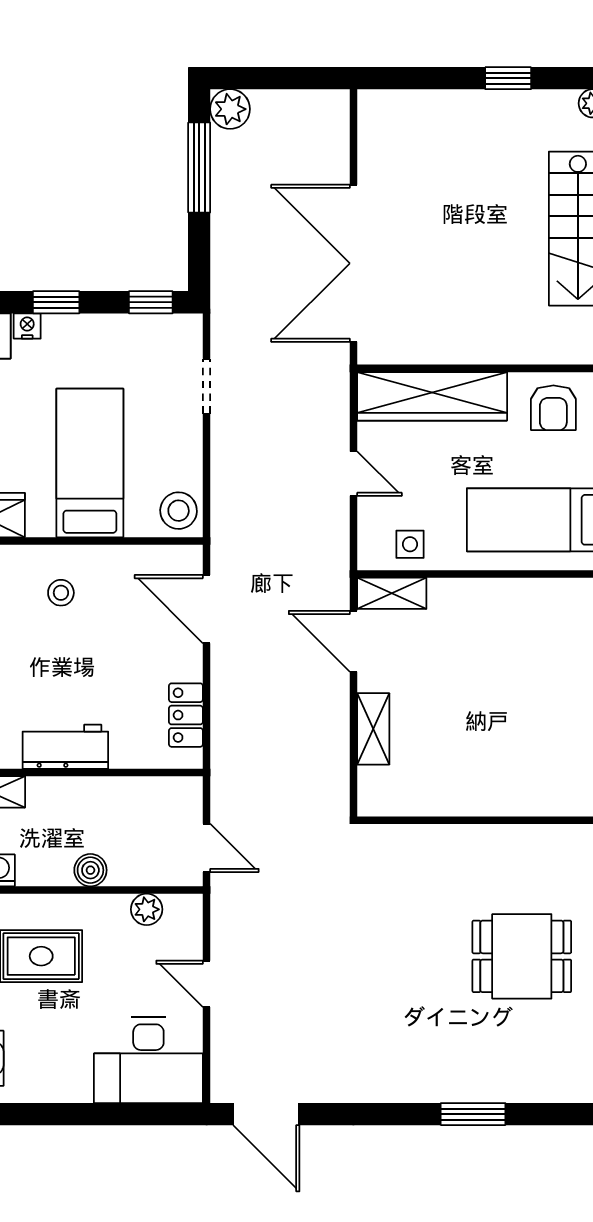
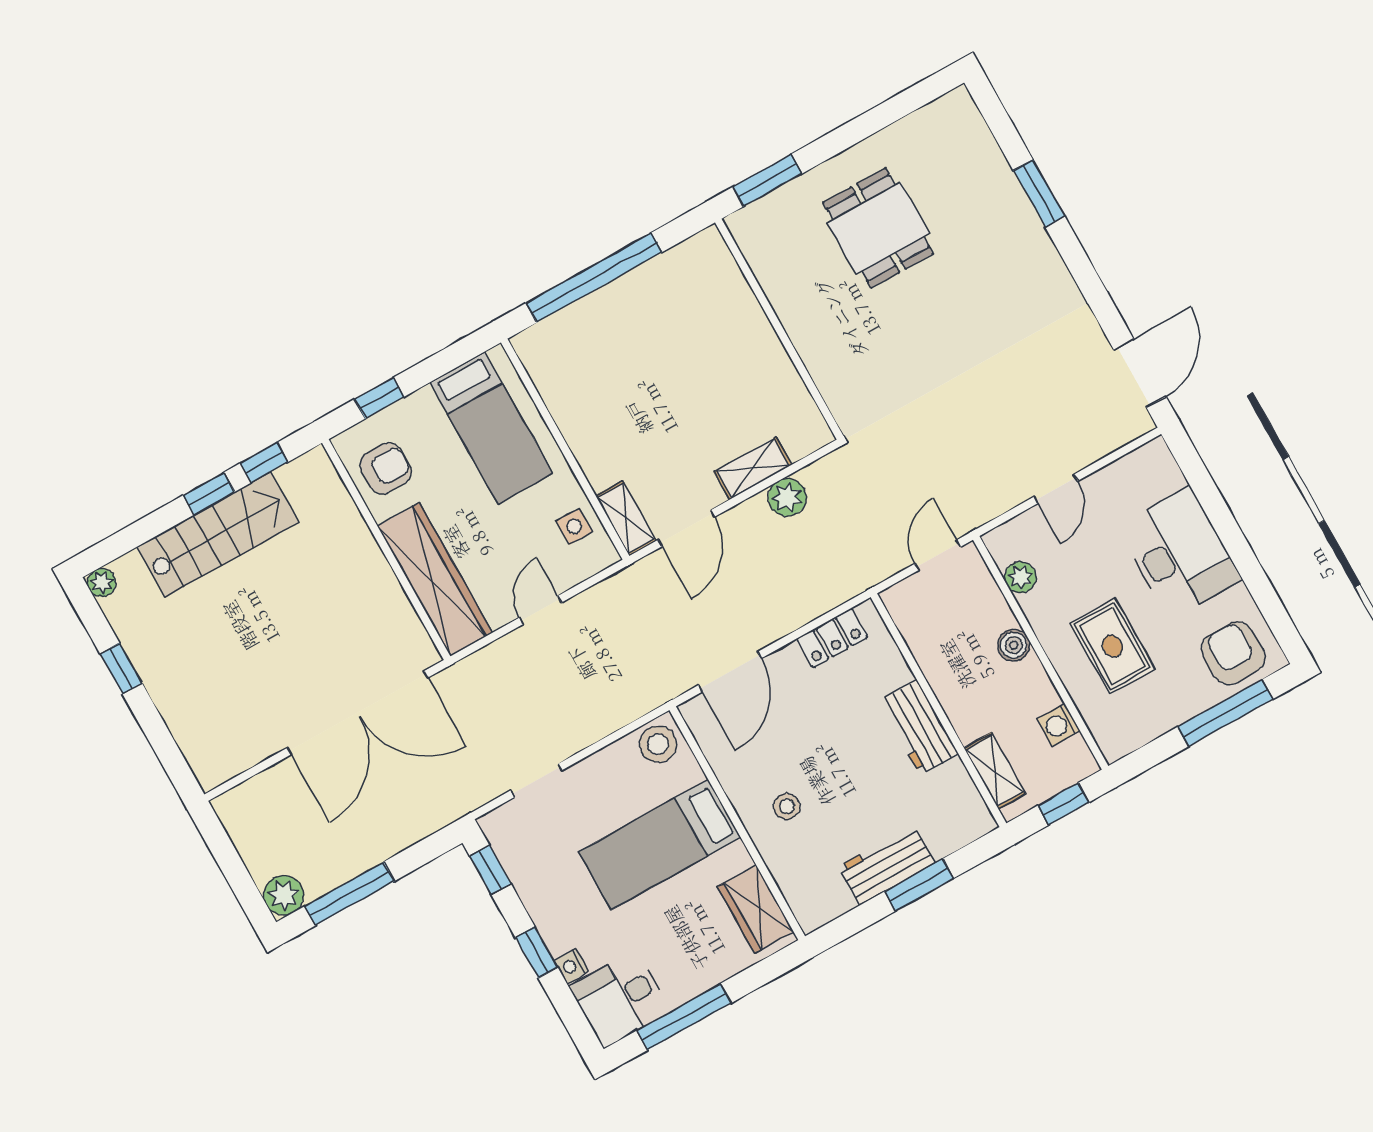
plant: (331, 745) -> (787, 497), added
desk: (148, 1060) -> (1179, 553), moved

